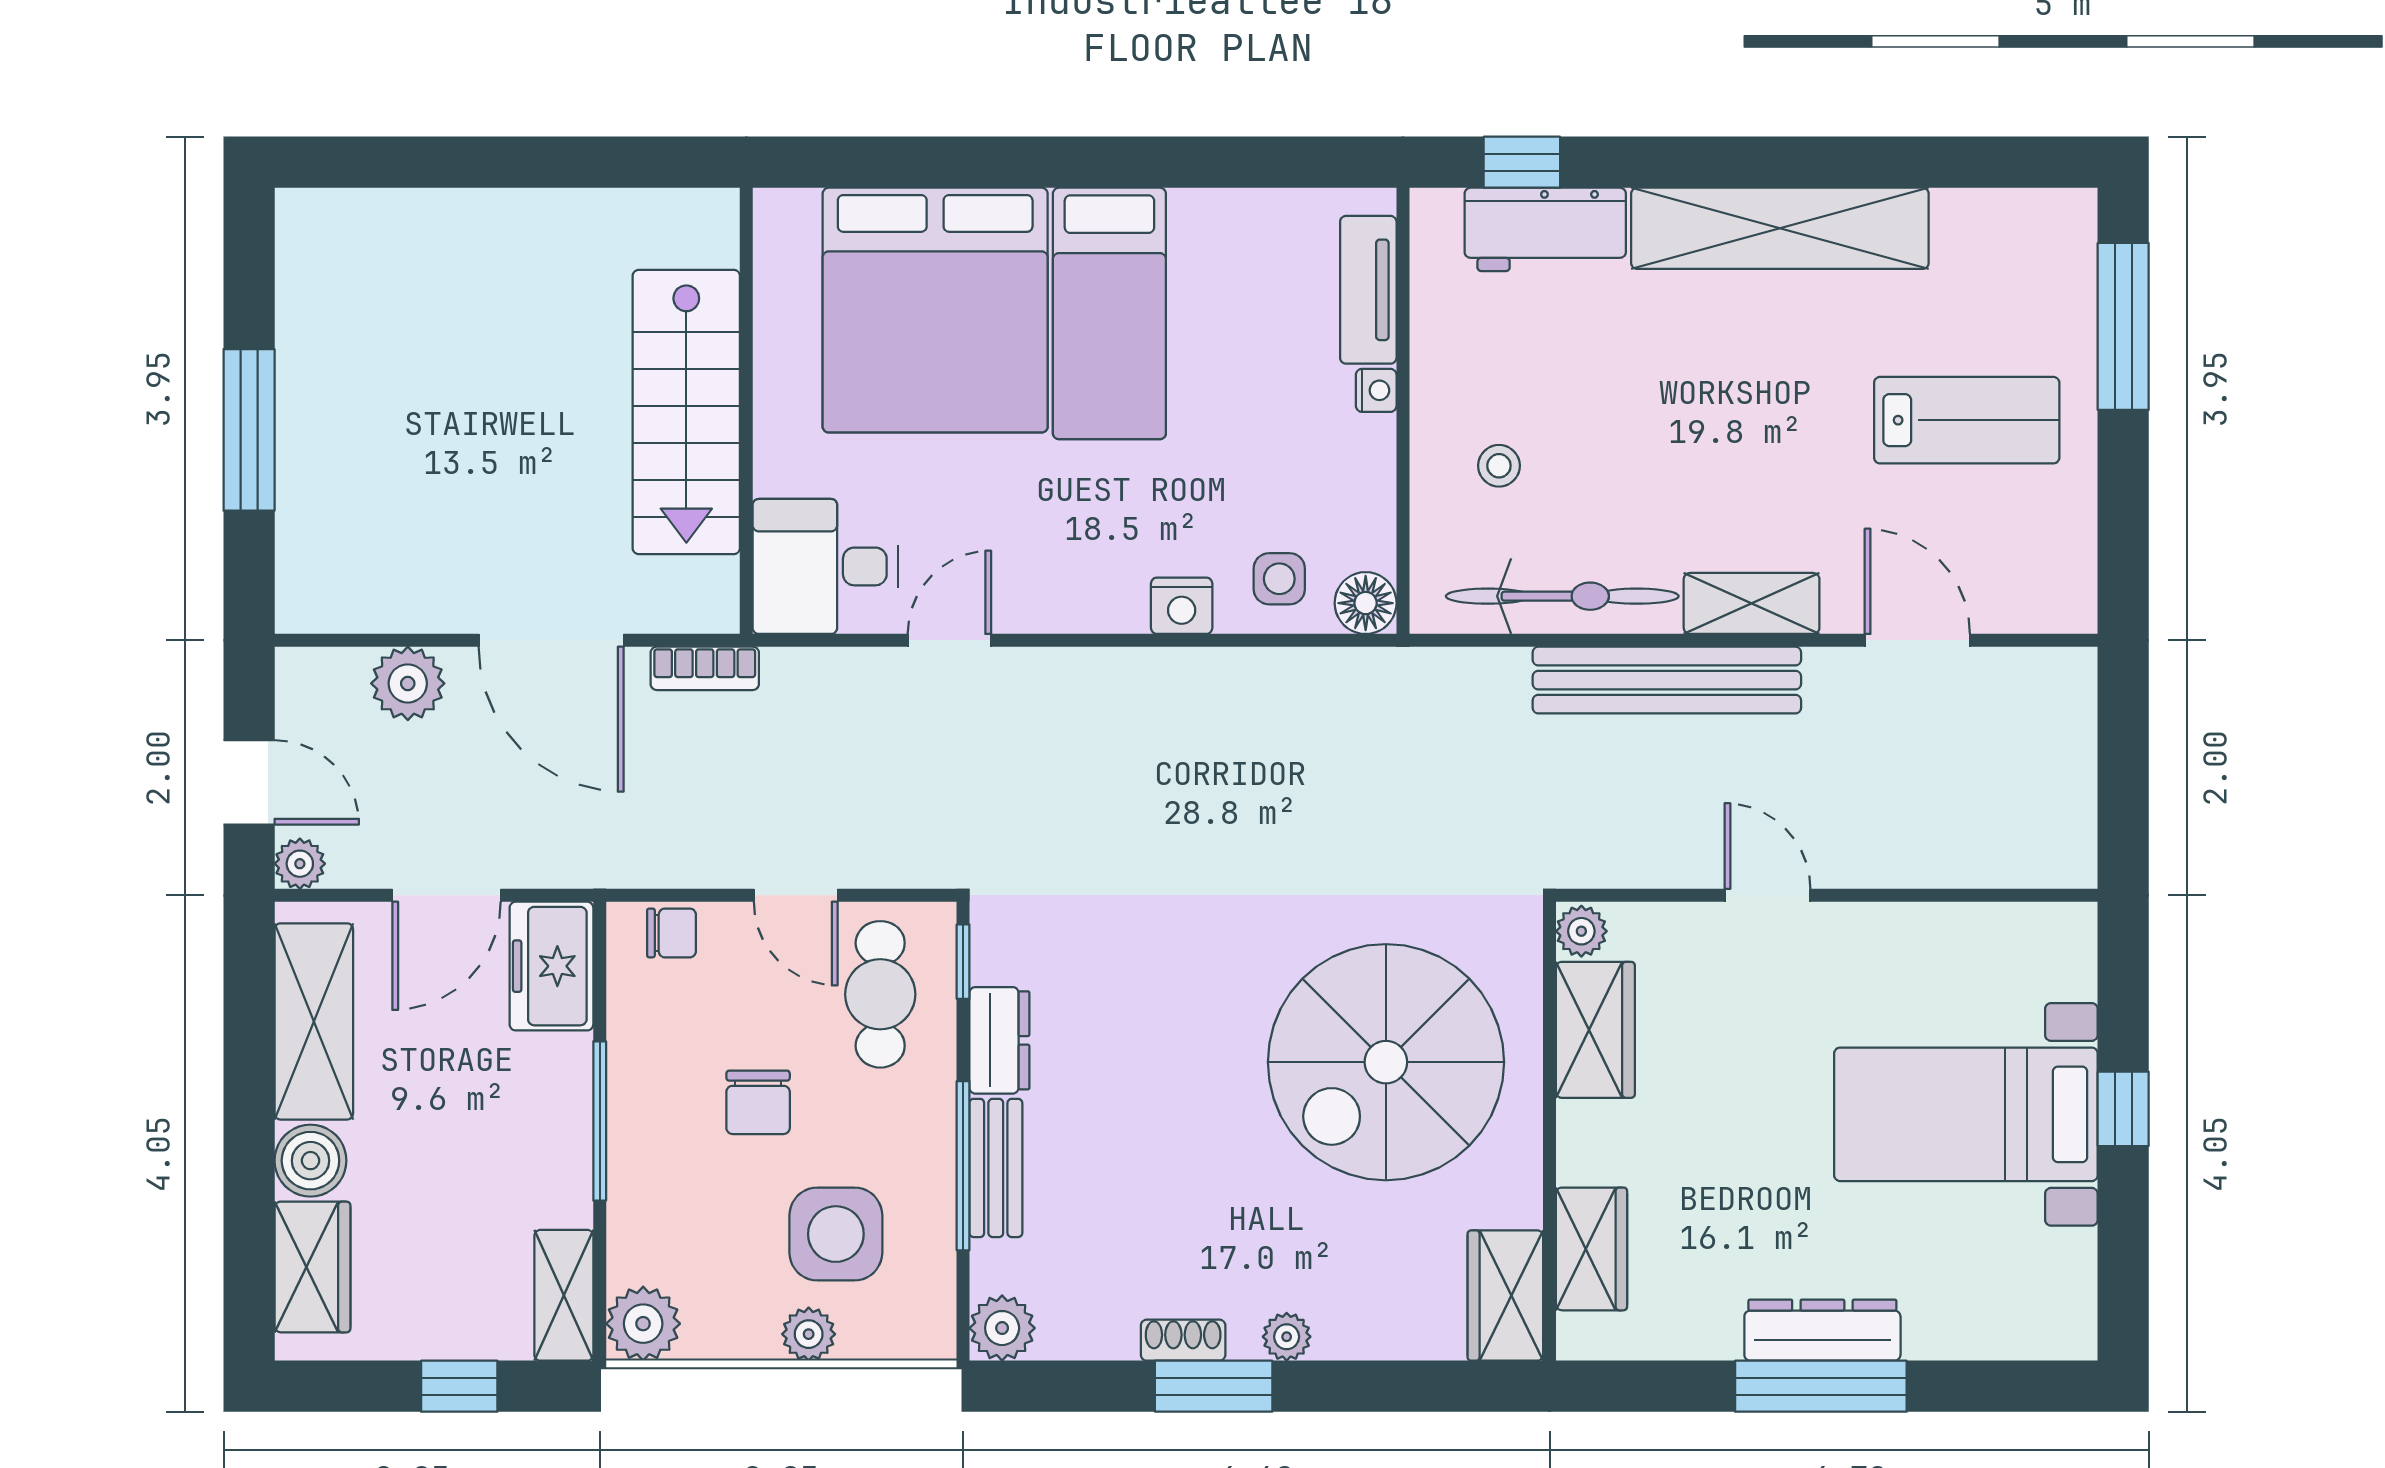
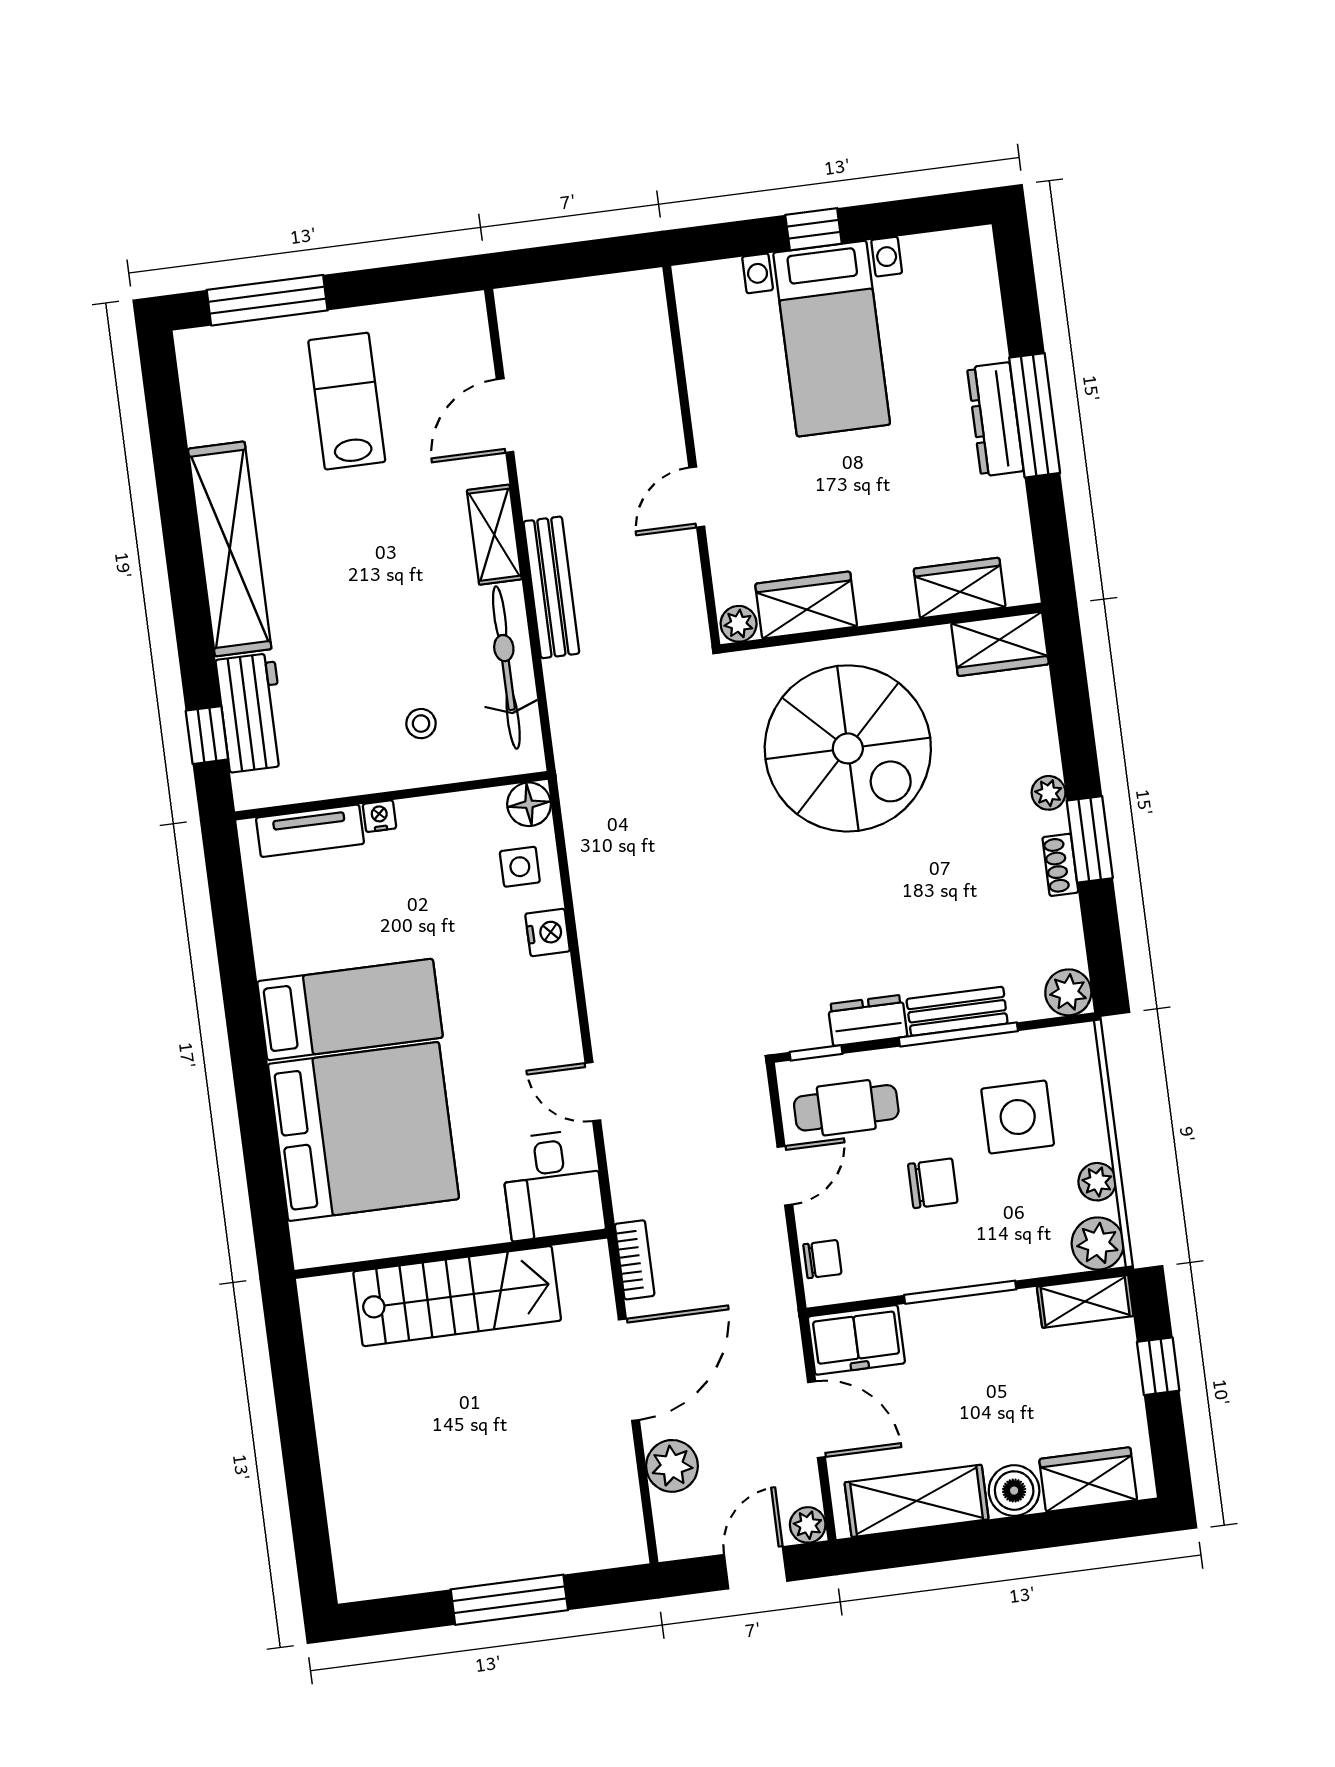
bench: (1667, 680) -> (551, 587), width x0.73, depth x0.82
chair: (671, 933) -> (822, 1259), turned 90
plant: (809, 1334) -> (1097, 1182), moved

